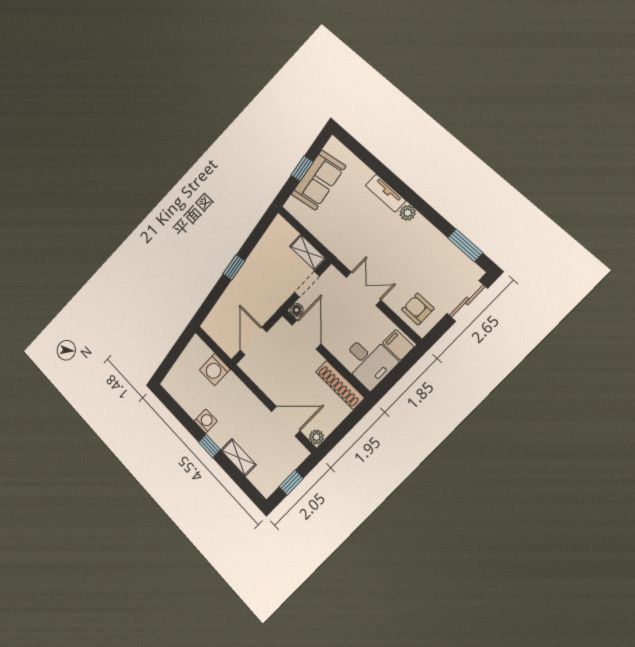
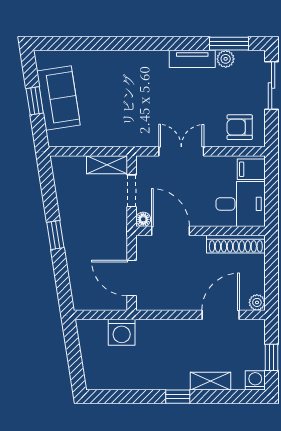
tv unit: (386, 193) -> (192, 59), moved
plant: (408, 213) -> (226, 59), moved
washing machine: (206, 421) -> (255, 380), moved

